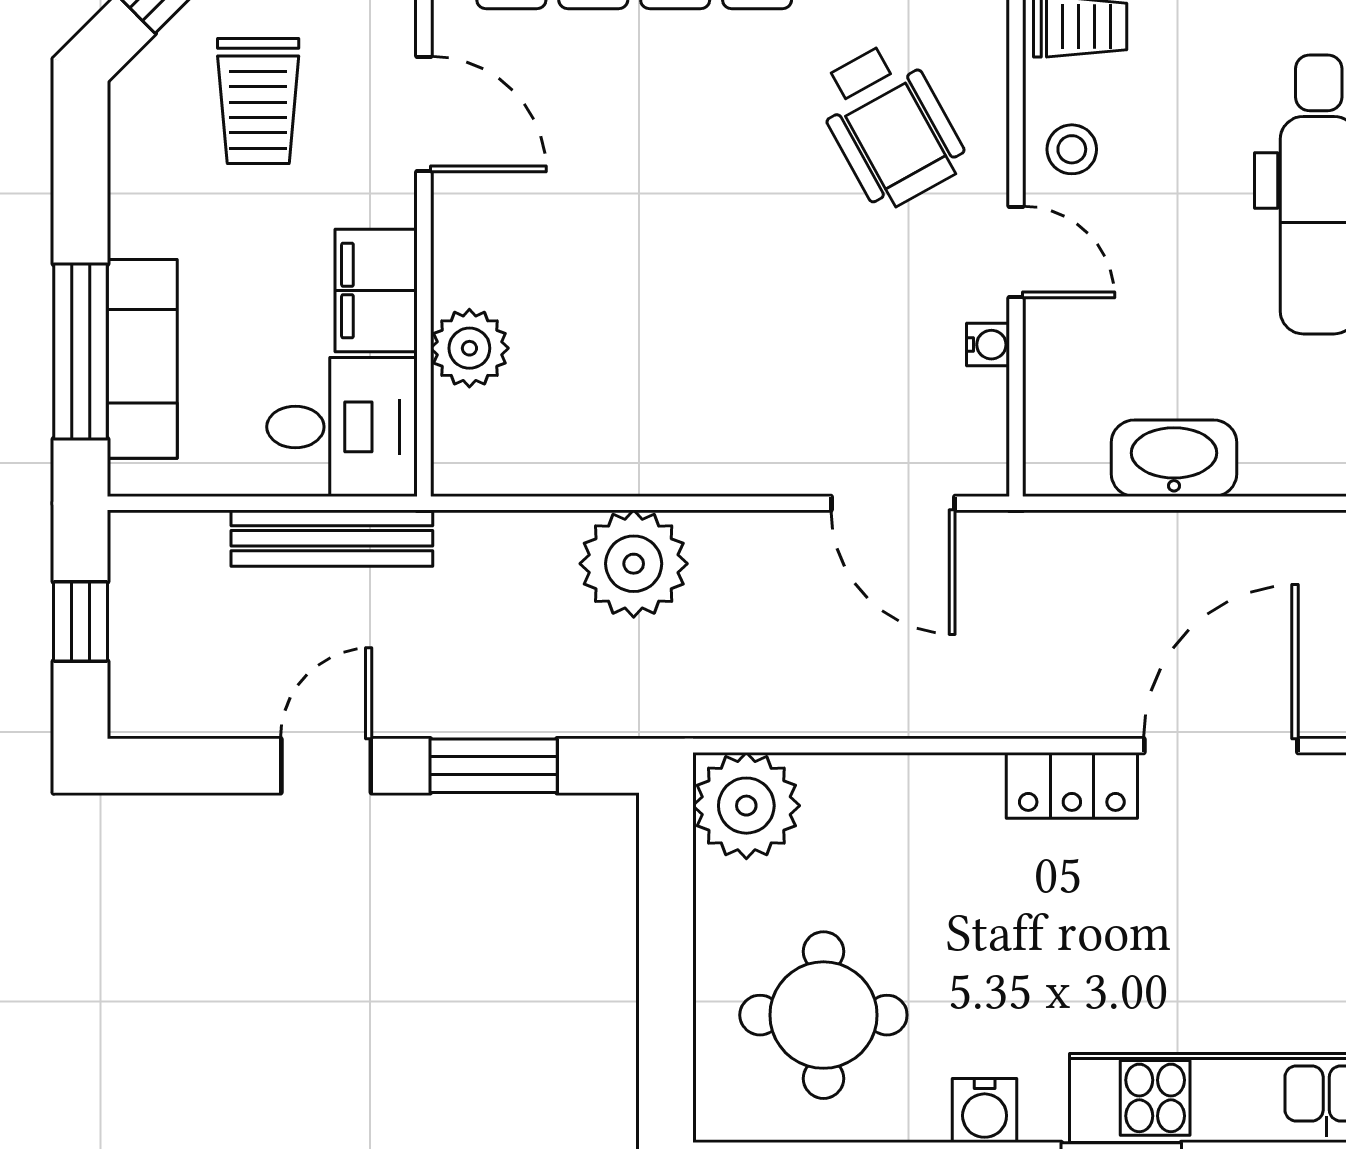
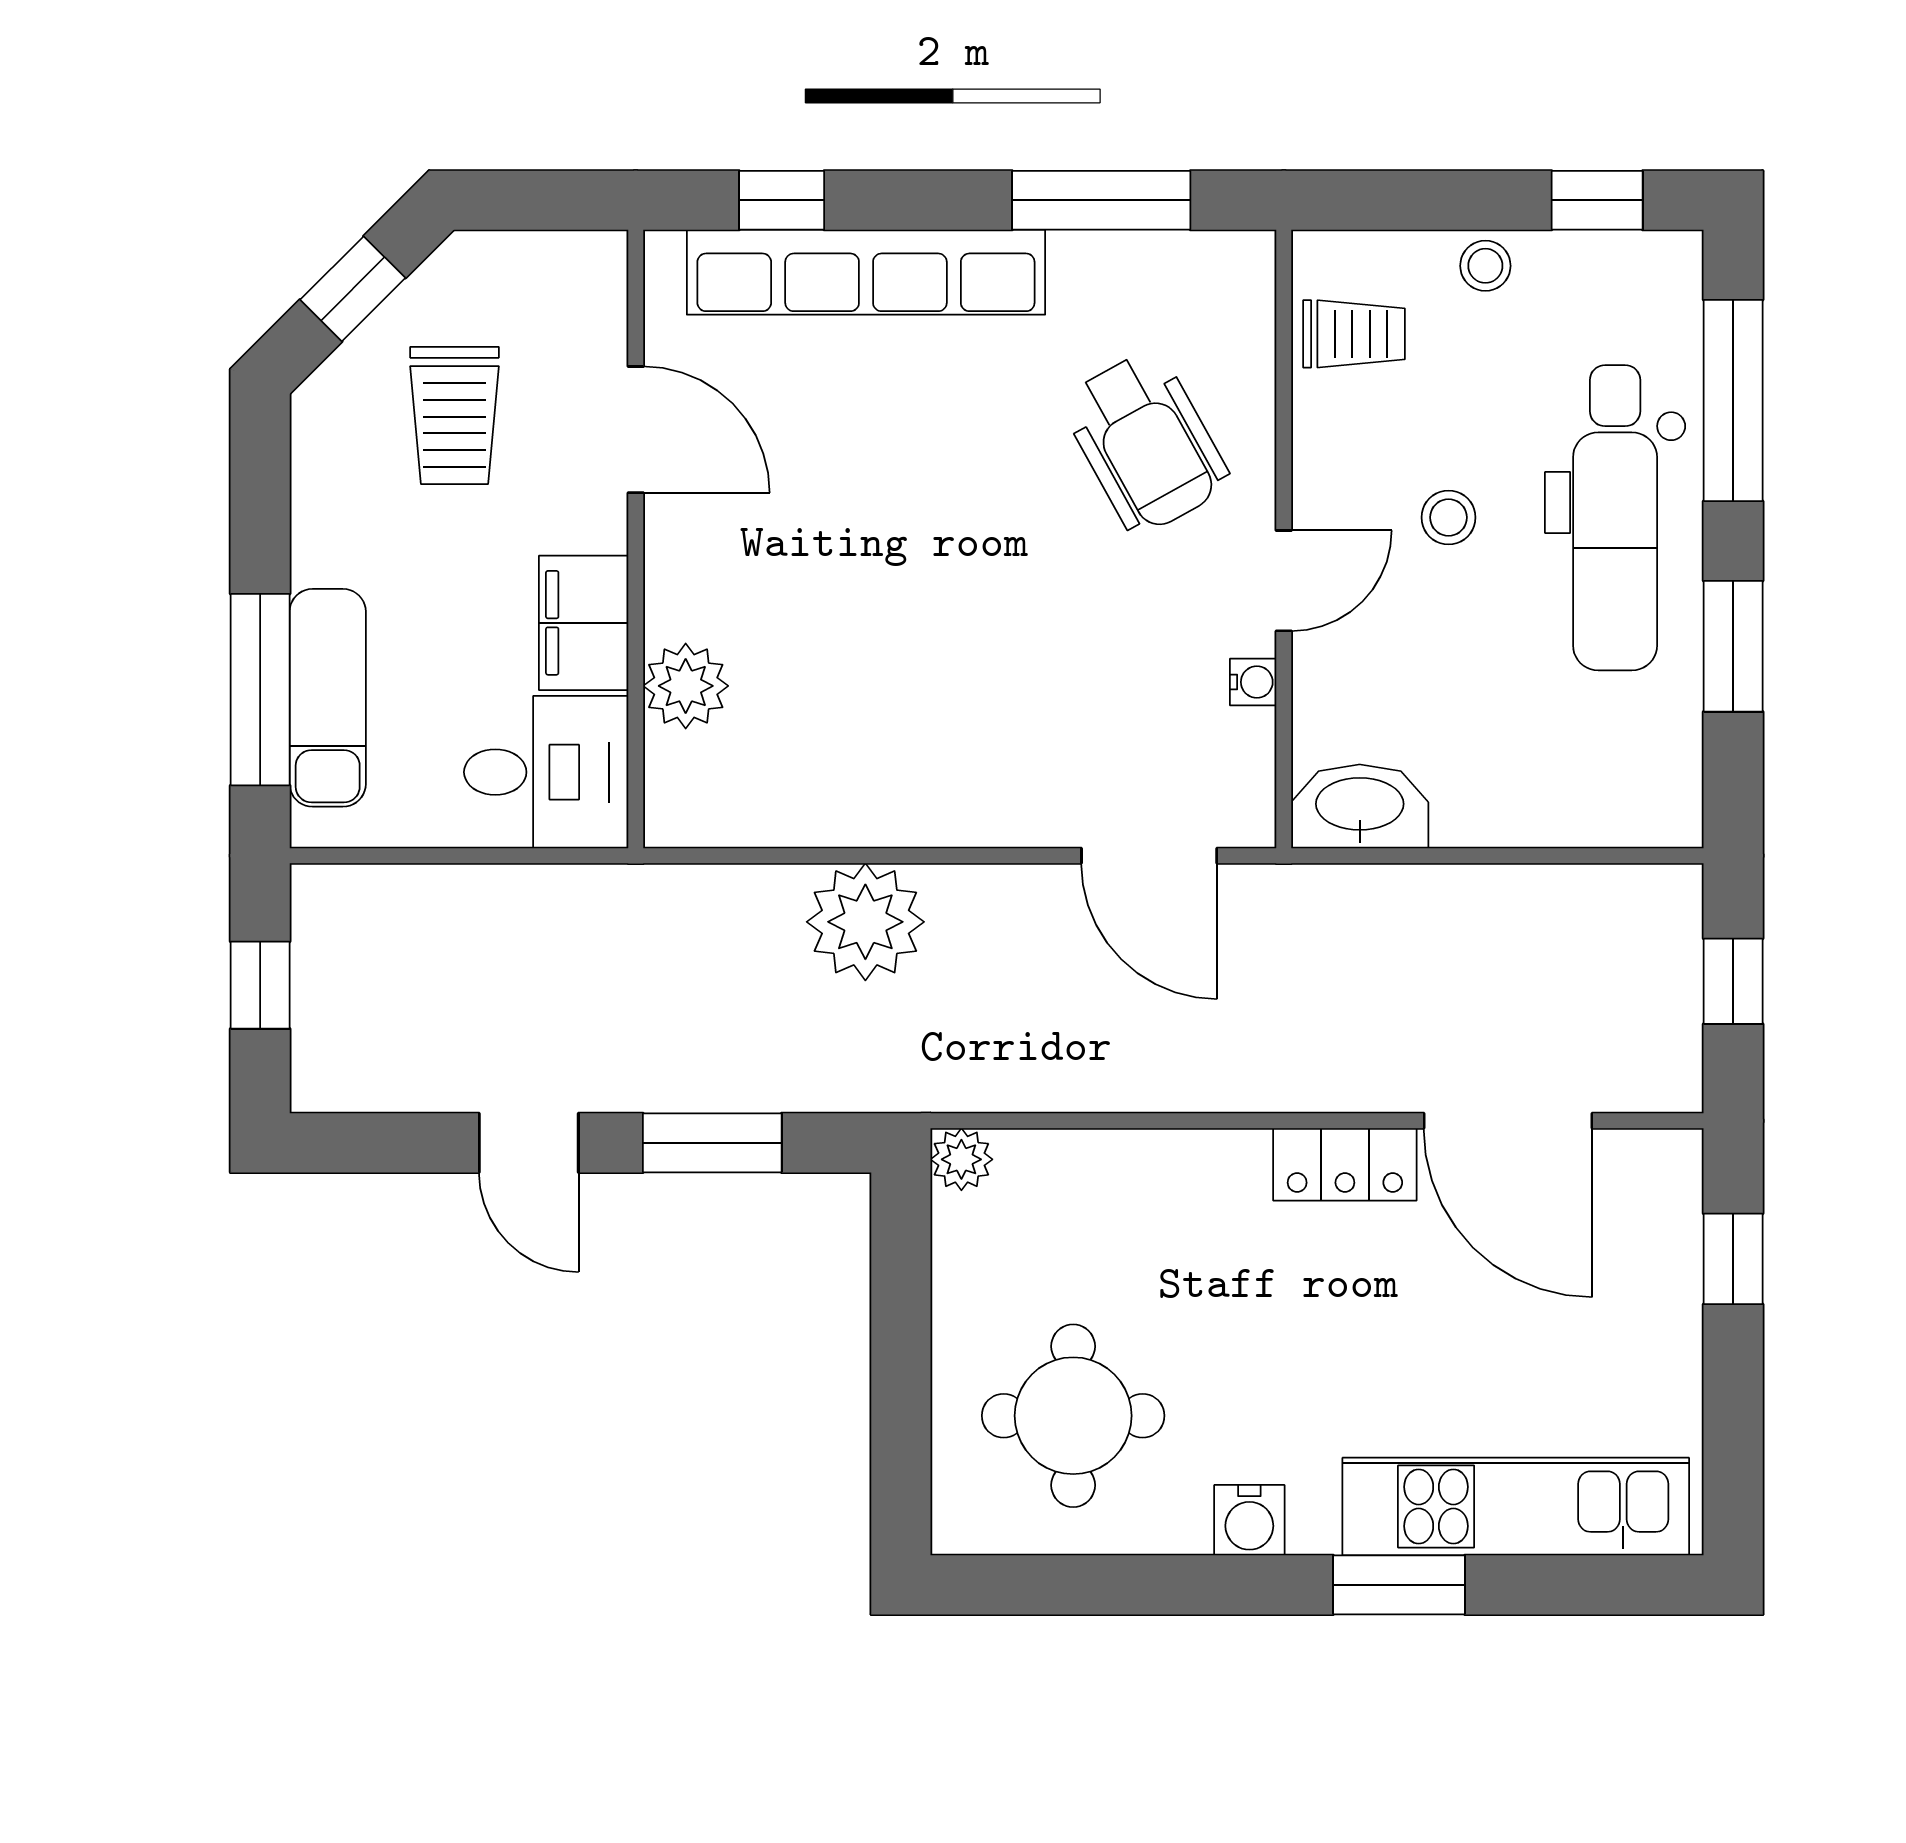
stool: (1072, 149) -> (1449, 517), moved
door: (1016, 252) -> (1284, 581), hinge flipped
washbasin: (1174, 458) -> (1360, 806), moved
bench: (332, 538) -> (535, 894), removed
door: (1221, 746) -> (1508, 1121), swing flipped
door: (326, 766) -> (529, 1143), swing flipped
plant: (746, 806) -> (961, 1159), width x0.53, depth x0.53

